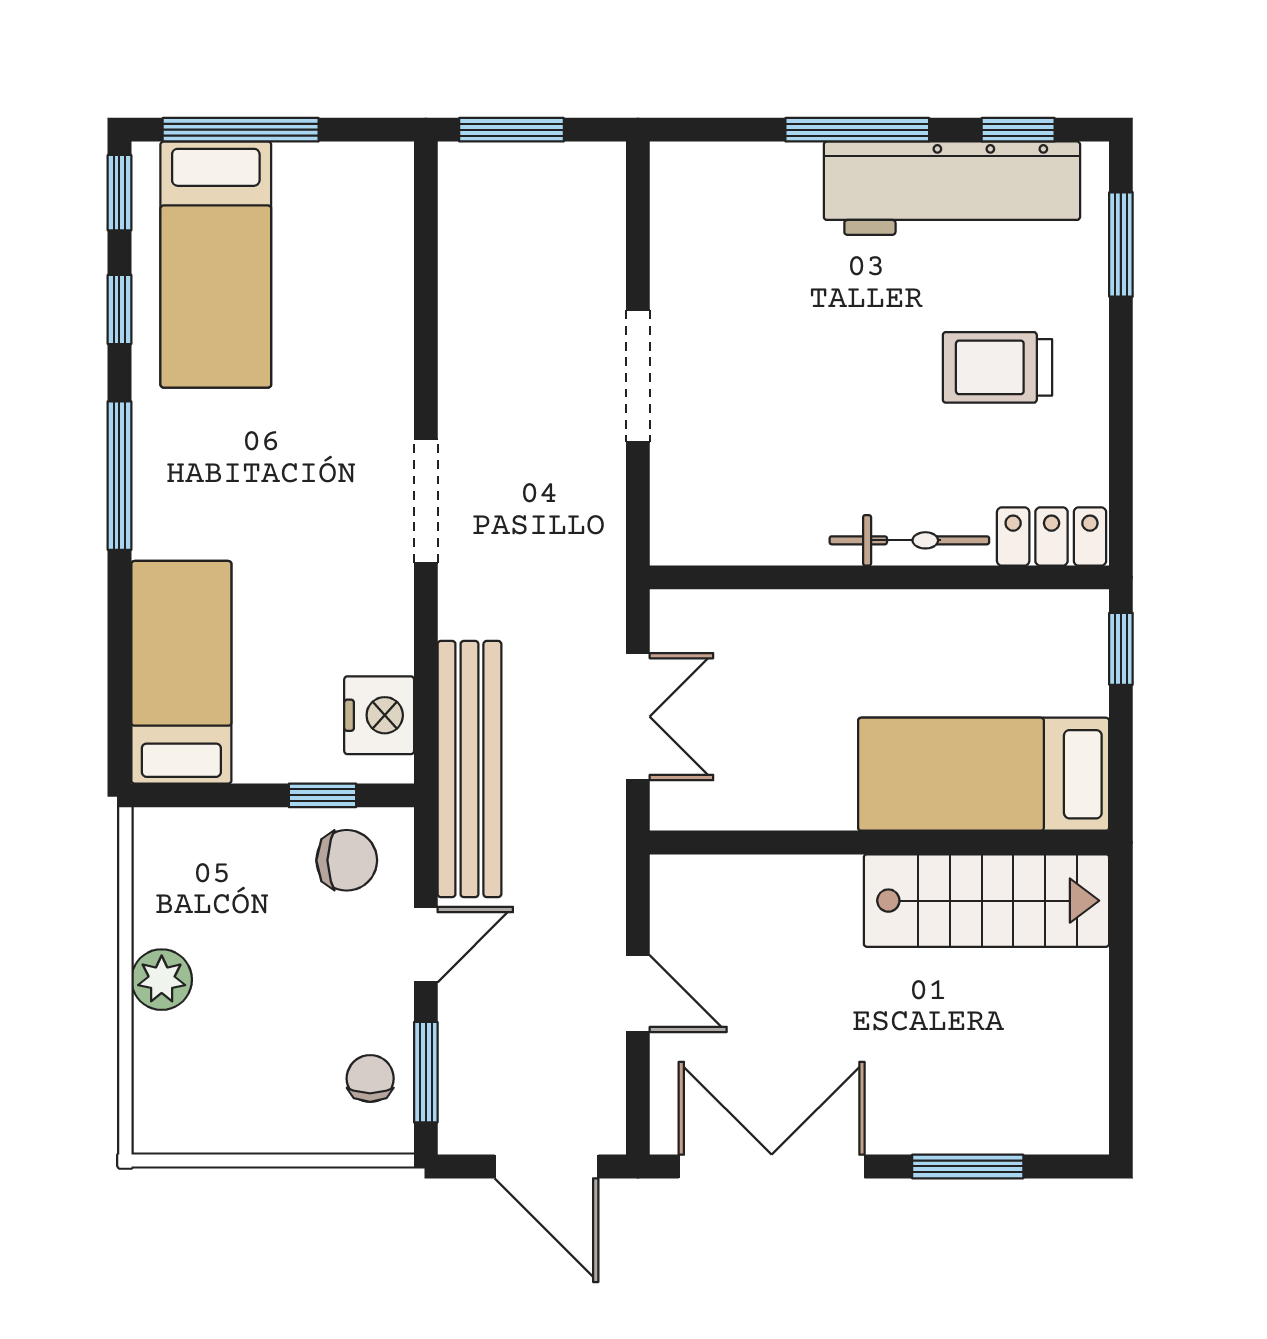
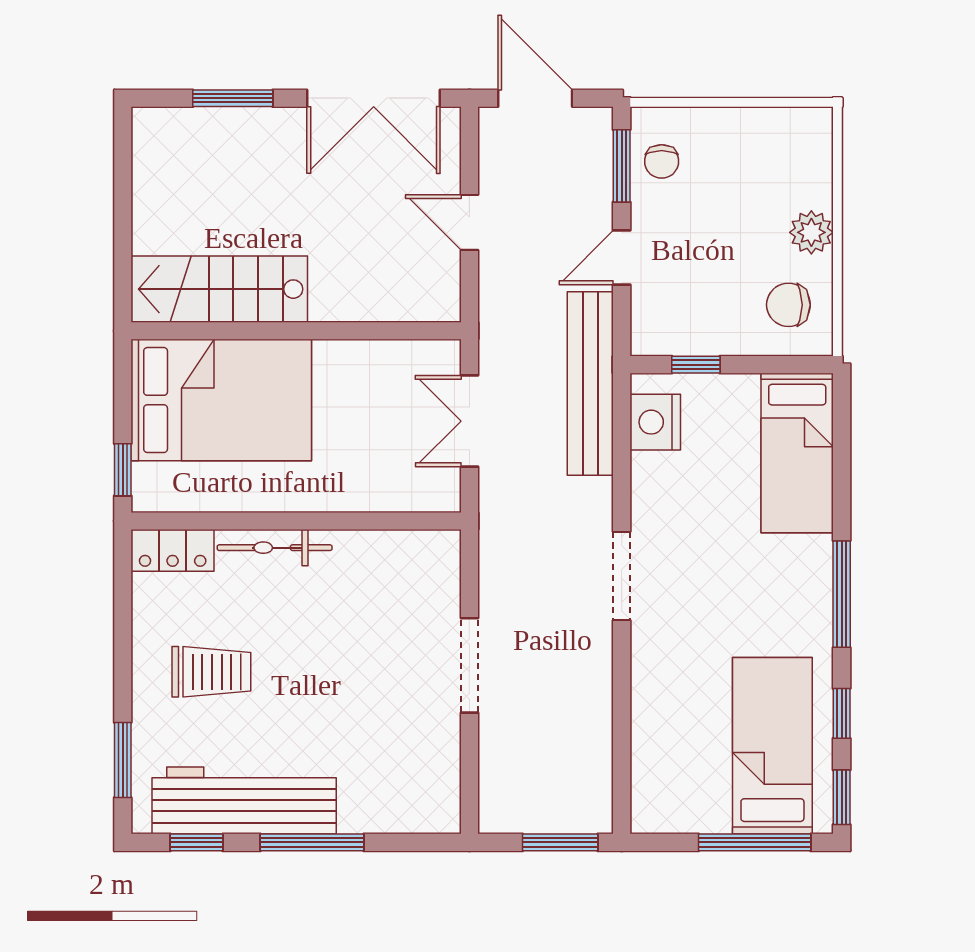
bed: (984, 774) -> (221, 400), width x1.50
chair: (347, 860) -> (788, 305), moved

